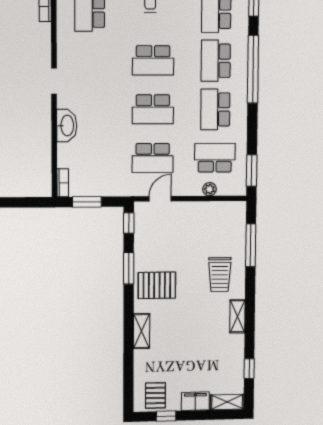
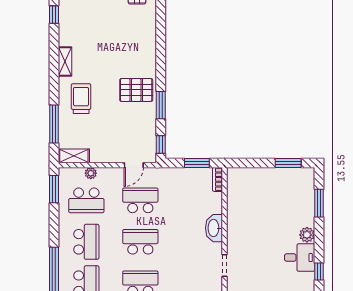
shelving: (141, 331) -> (74, 156), moved, turned 90

